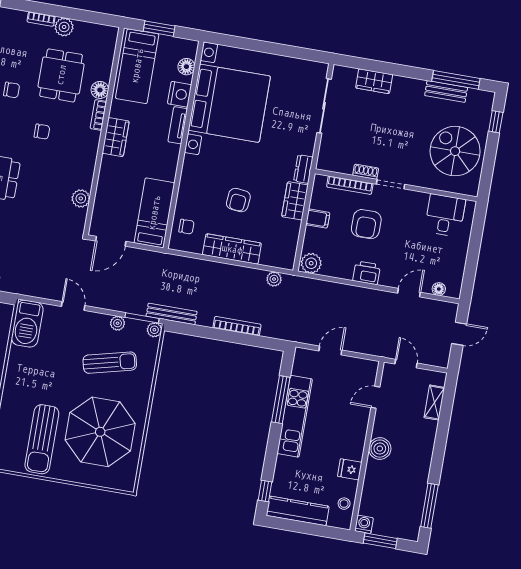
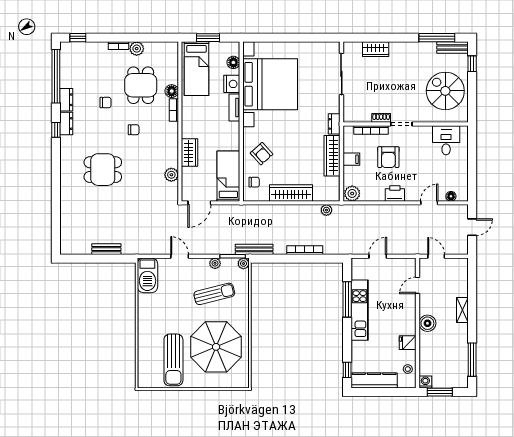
bench: (446, 91) -> (452, 47), moved
wardrobe: (116, 137) -> (190, 153), moved
armchair: (238, 200) -> (262, 154), moved, turned -48
wardrobe: (295, 201) -> (332, 156), width x1.50
shelving: (434, 403) -> (462, 310), moved

